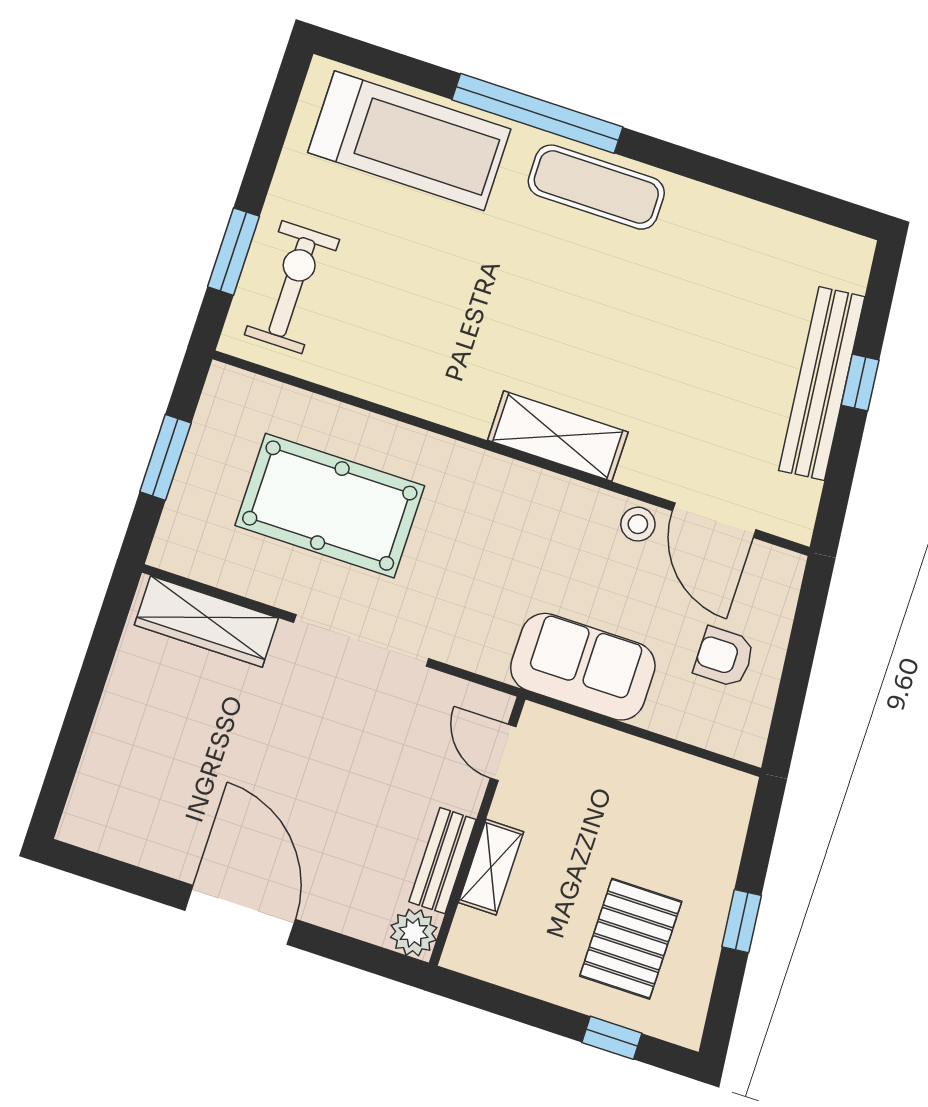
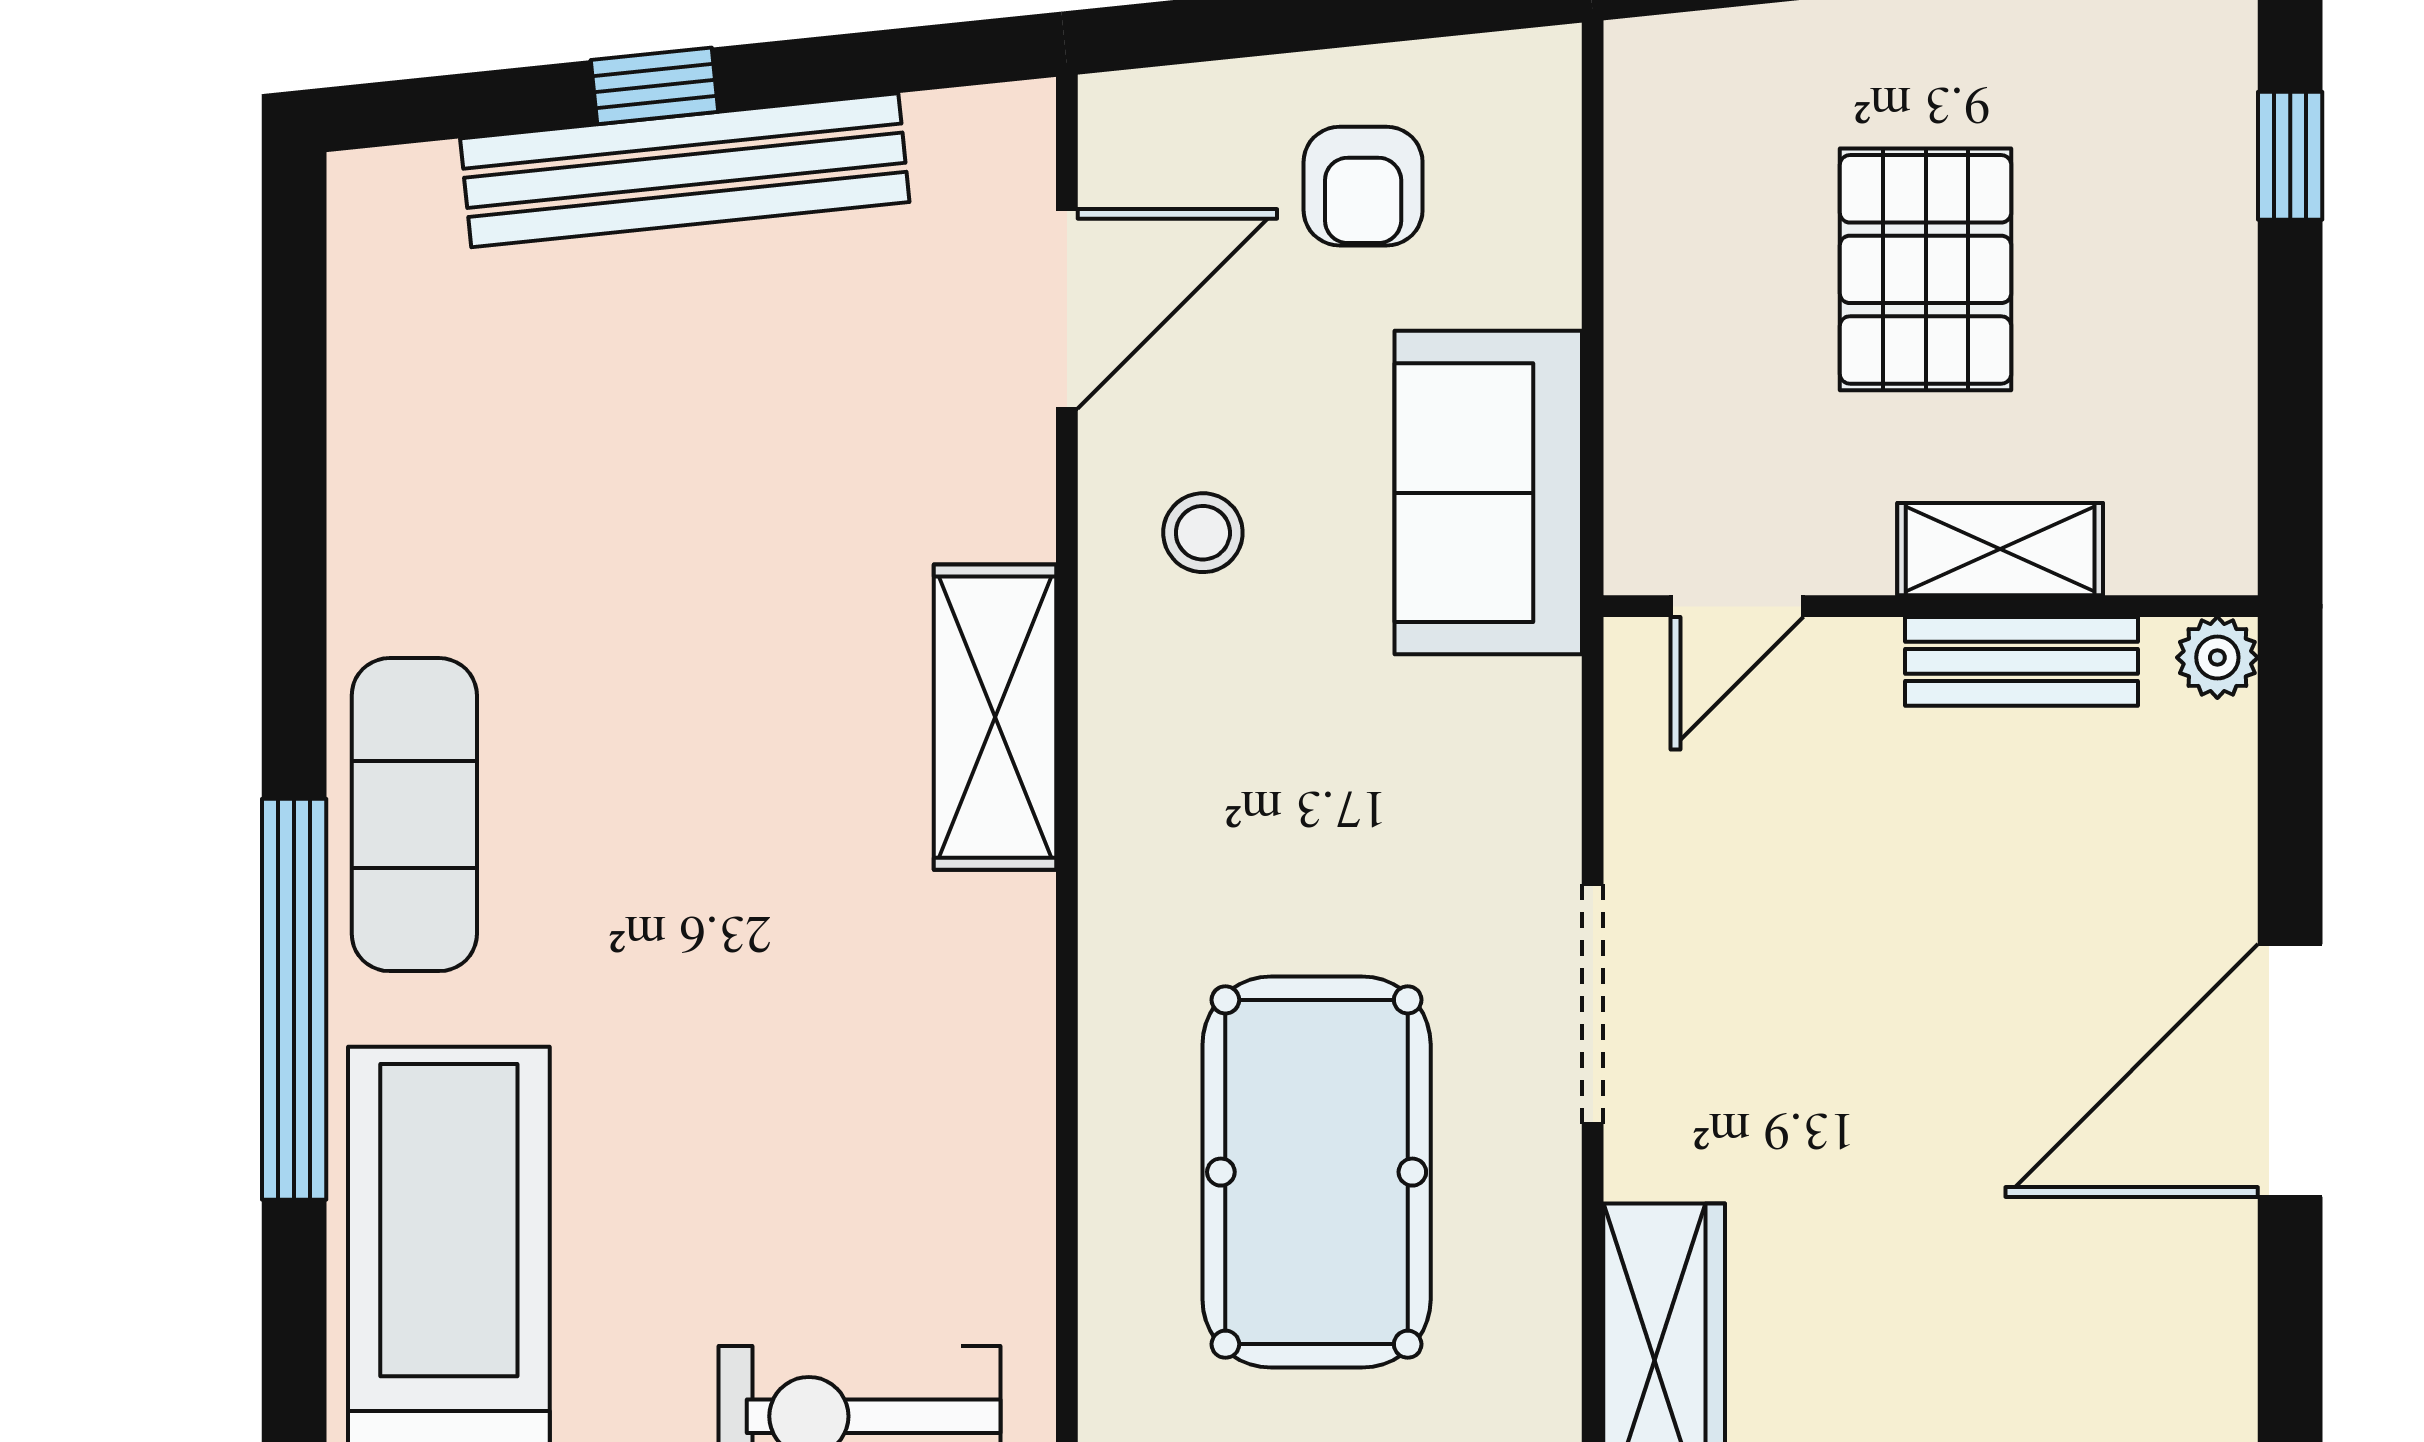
stool: (638, 524) -> (1203, 533), moved
doorway: (361, 640) -> (1593, 1004), width x0.73
plant: (414, 933) -> (2217, 657), width x0.73, depth x0.73
pallet: (631, 939) -> (1926, 269), moved, turned 90

